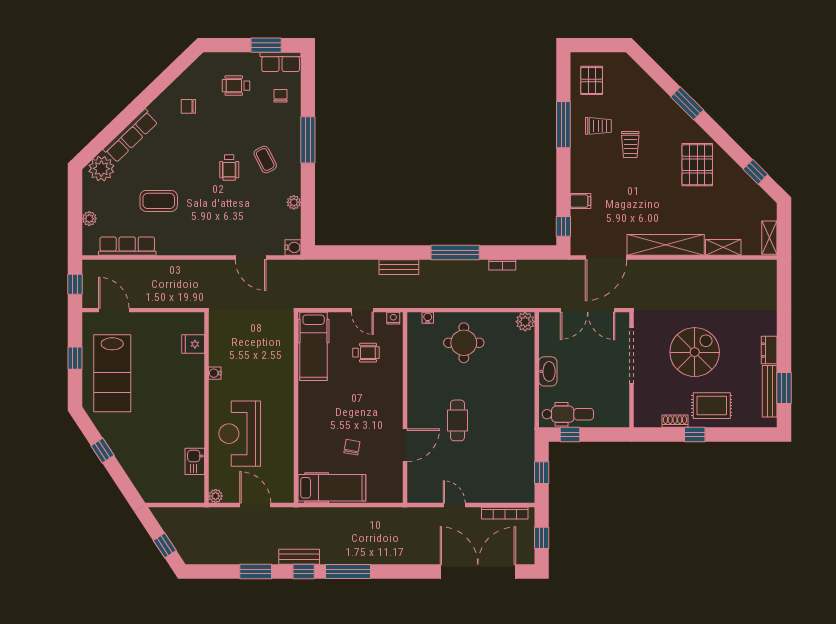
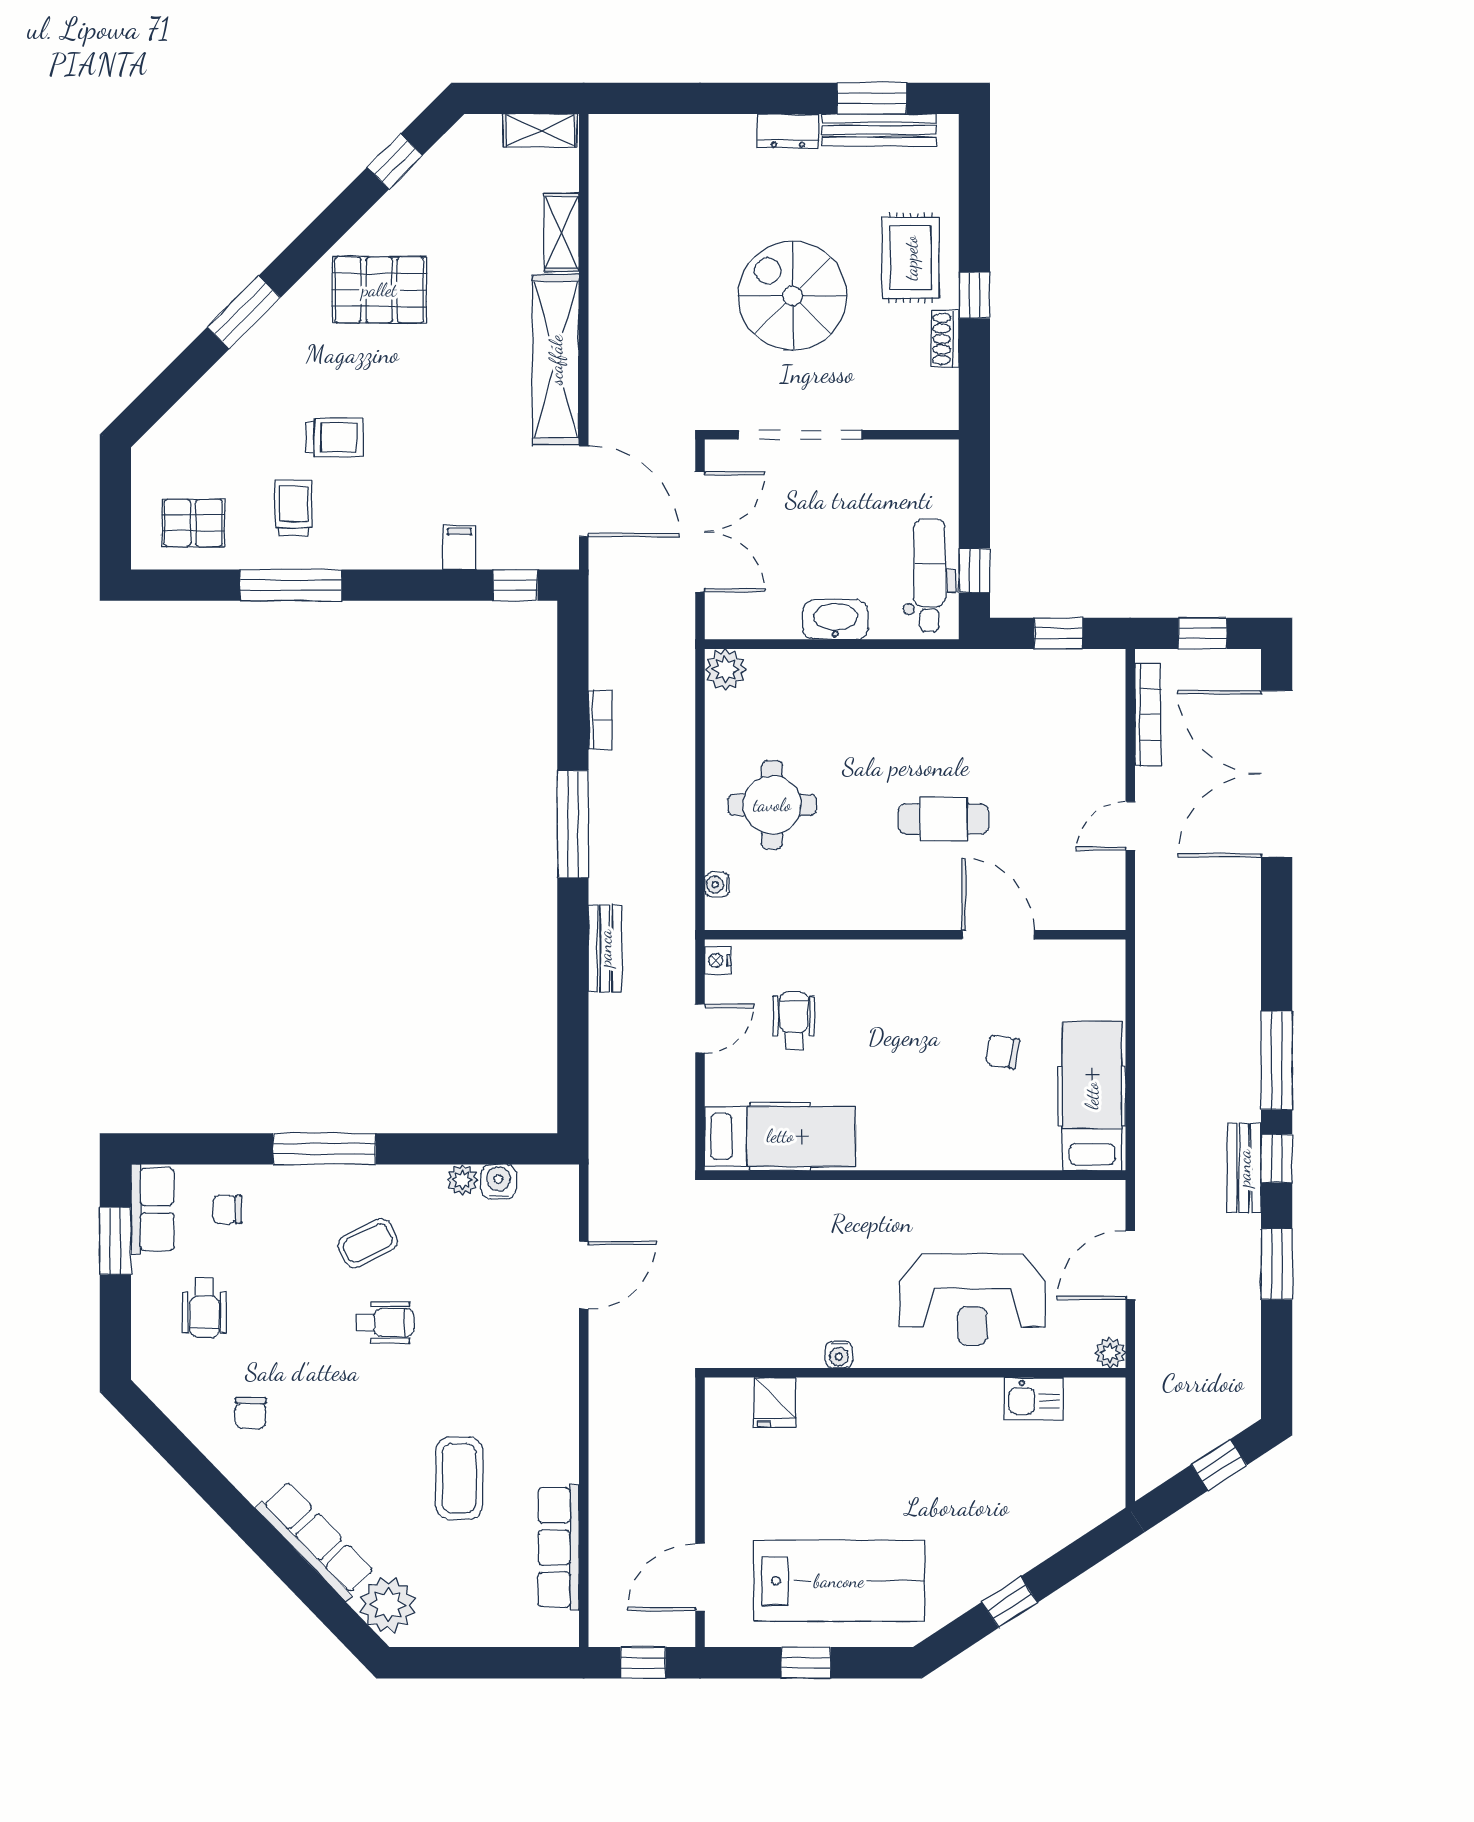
plant: (89, 219) -> (498, 1631), removed
water cooler: (293, 247) -> (498, 1182), moved

